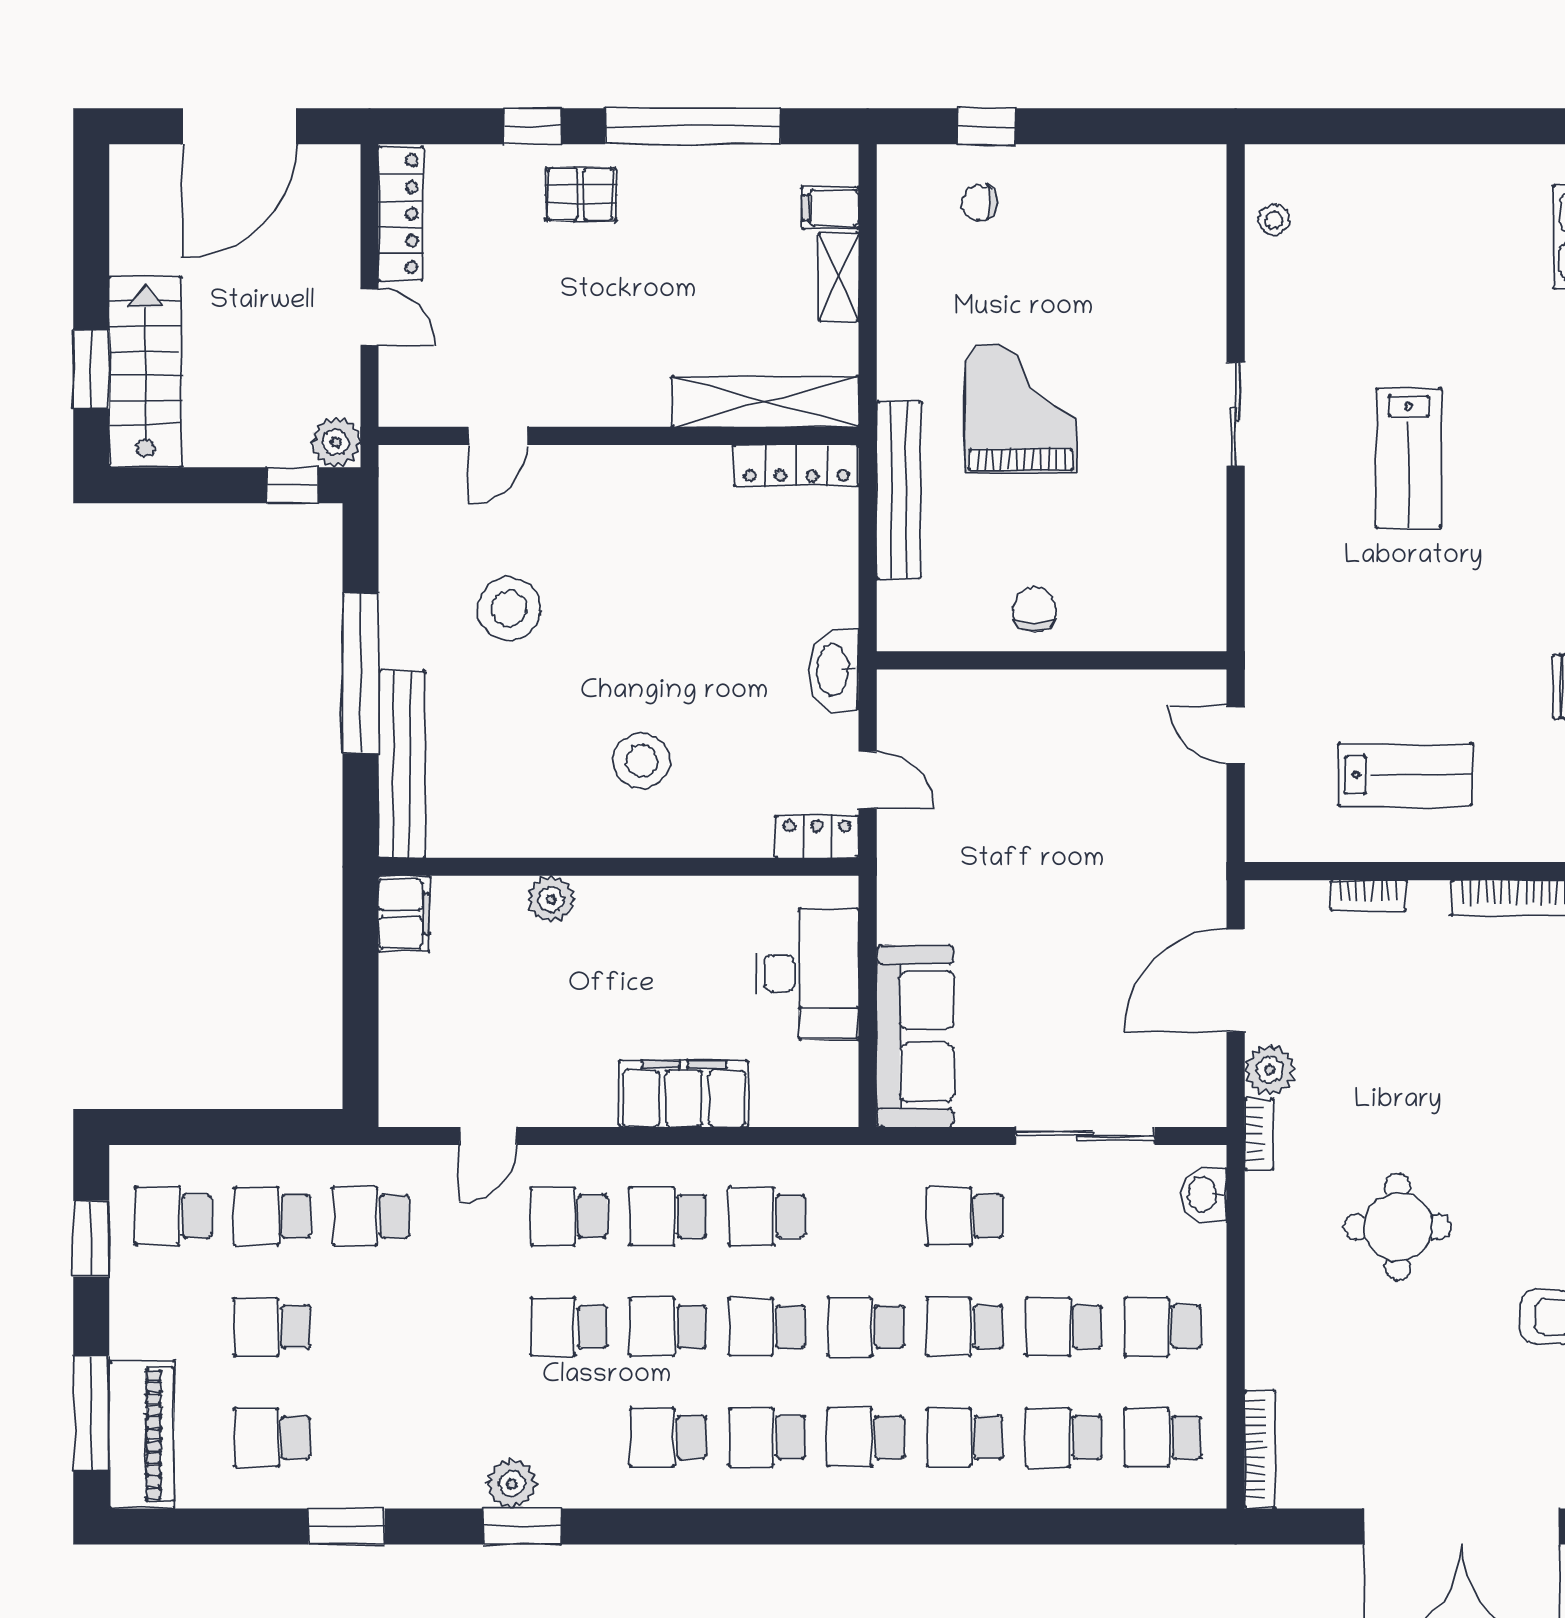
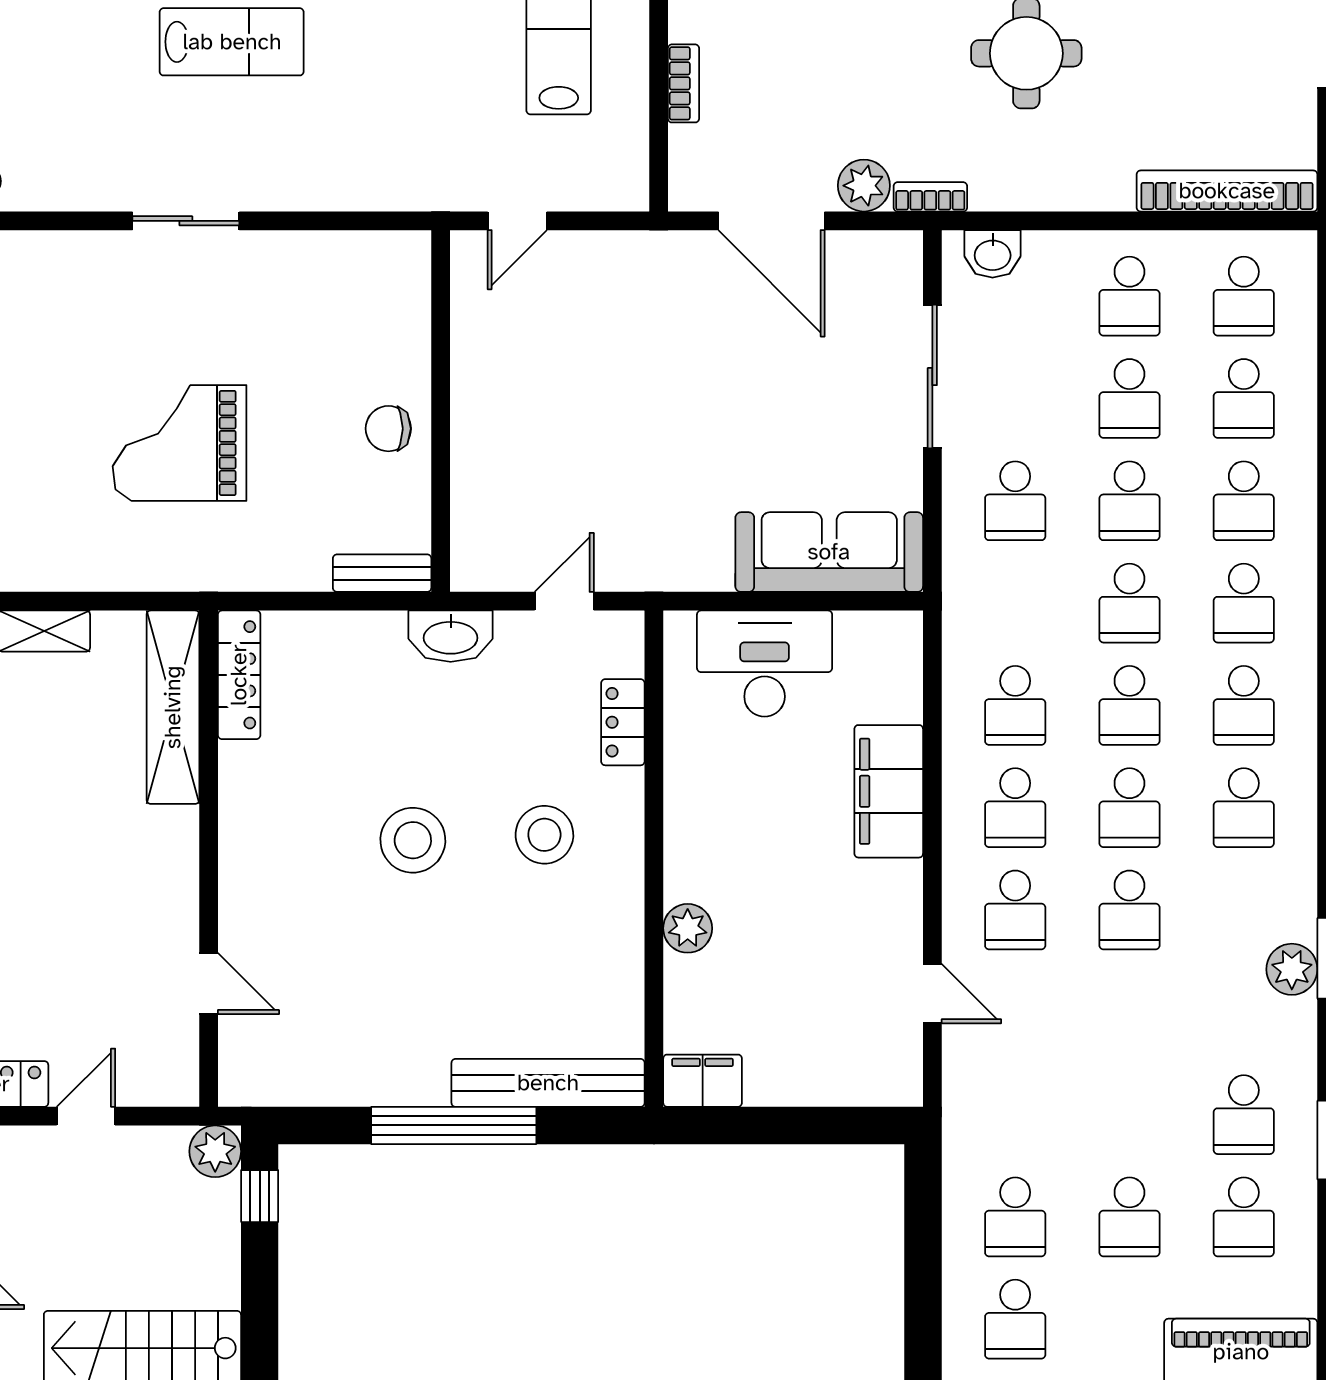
bench: (899, 490) -> (382, 573), moved, width x0.54, depth x0.82
stool: (509, 609) -> (413, 840), moved
locker: (817, 837) -> (623, 722), moved
school desk: (371, 1216) -> (1244, 1115), moved
bookcase: (1260, 1449) -> (1227, 191), width x1.48, depth x1.31

